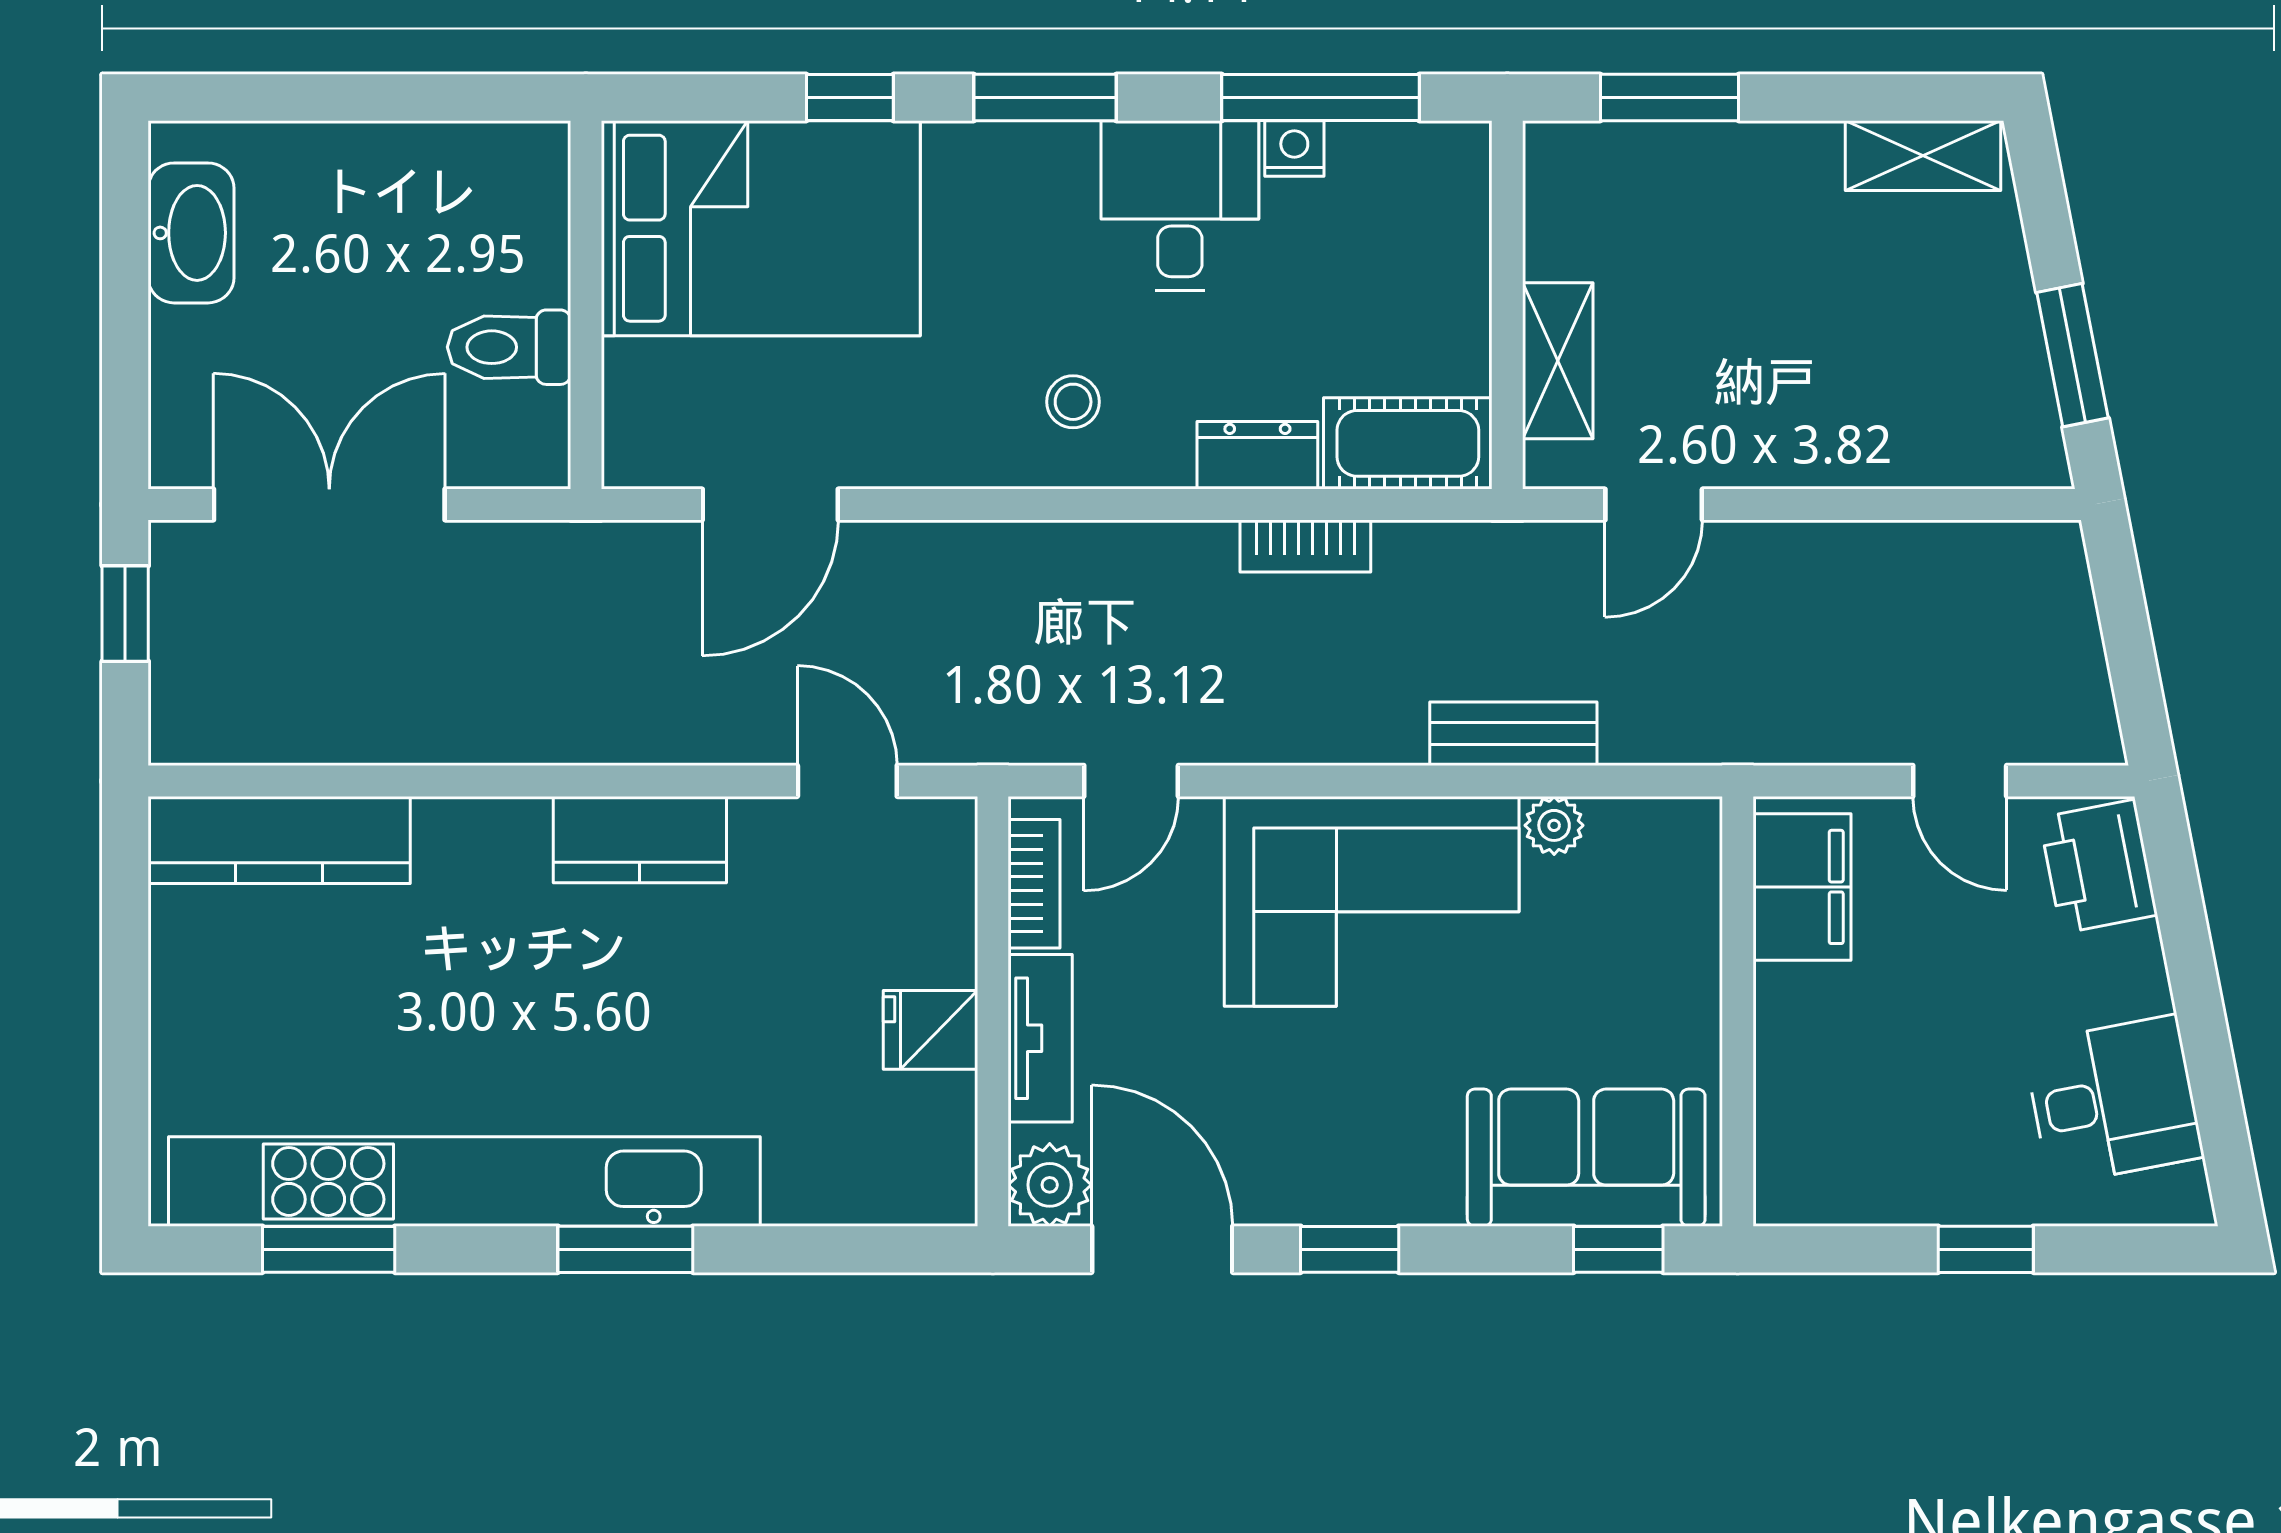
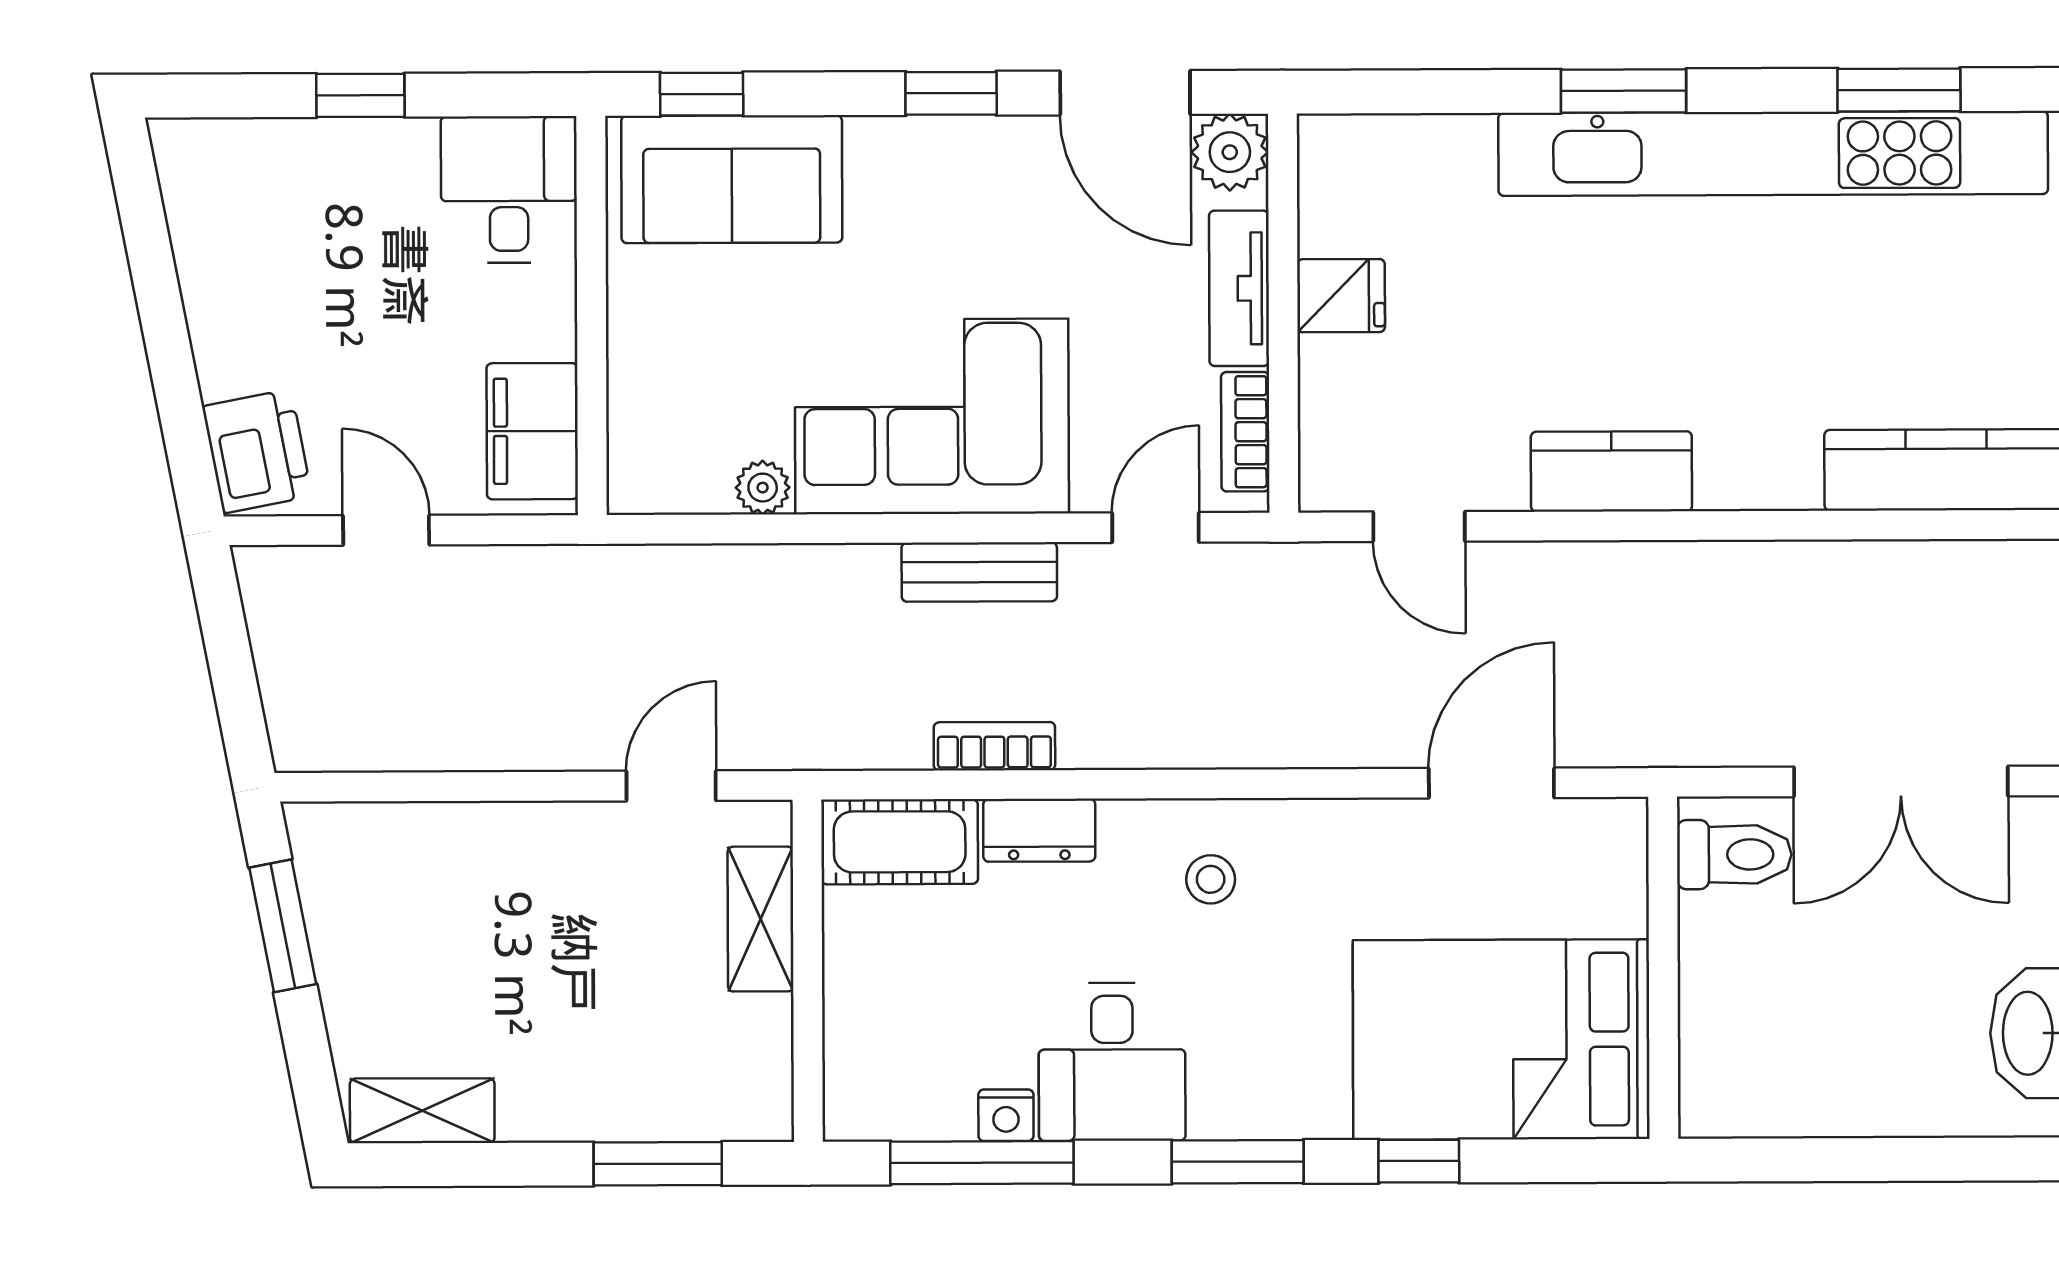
toilet: (509, 347) -> (1734, 854), moved
bench: (1513, 734) -> (979, 572), moved
desk: (2113, 1100) -> (509, 189), moved, turned 101

